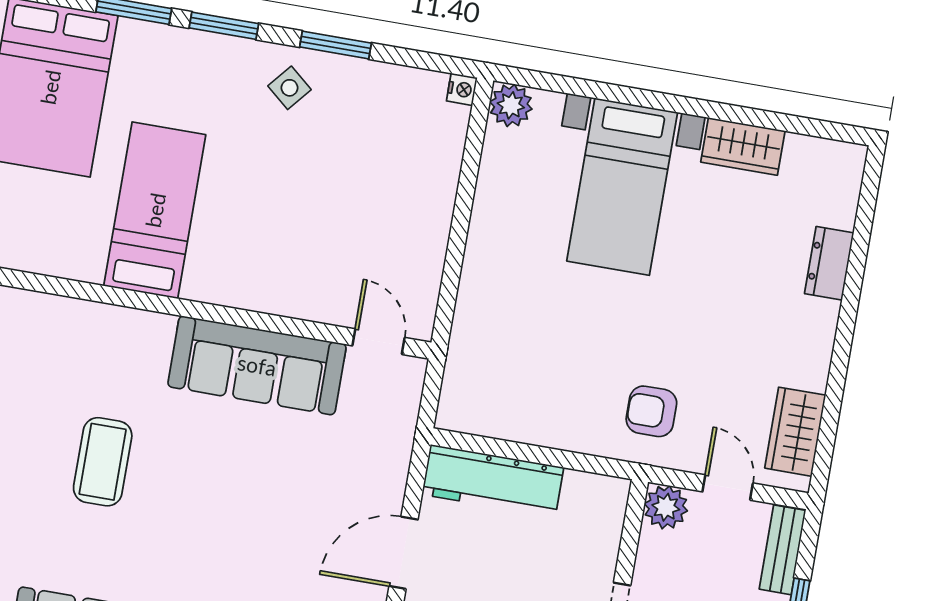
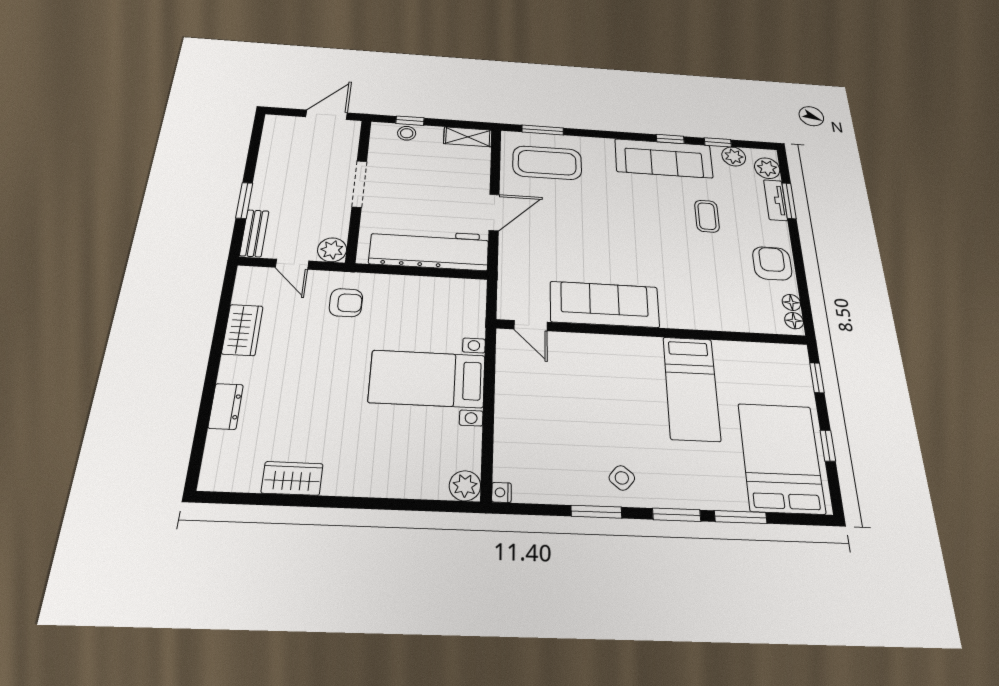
bed with nightstands: (622, 187) -> (427, 379), moved, turned -90
wardrobe: (795, 432) -> (242, 330), moved
coffee table: (103, 462) -> (707, 216), moved, width x0.73, depth x0.77
workbench: (493, 481) -> (429, 249), width x1.36, depth x1.32

